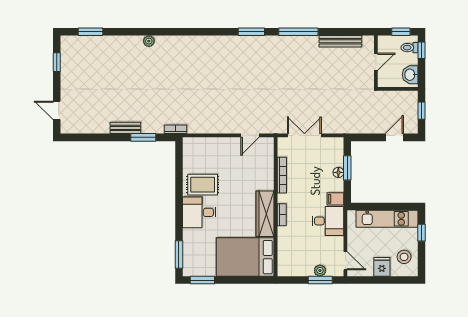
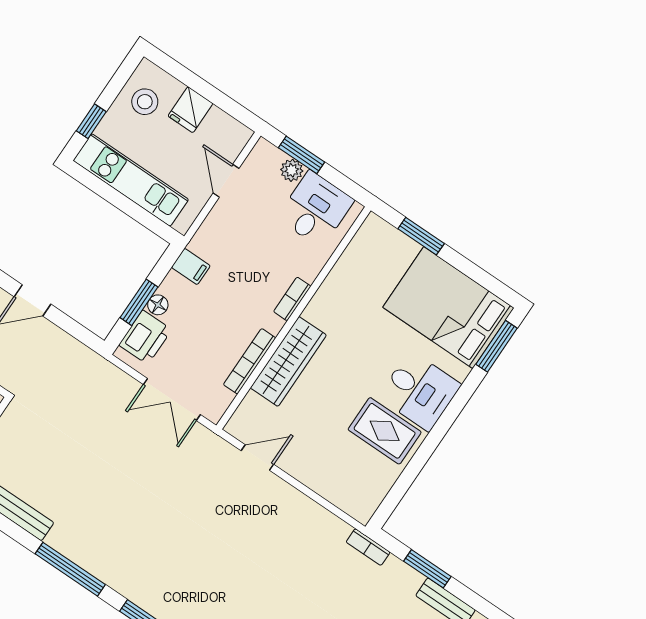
printer: (334, 155) -> (145, 337), added
wardrobe: (265, 214) -> (288, 361), moved
desk: (328, 221) -> (315, 209), moved, turned 90
bed: (245, 257) -> (448, 308), moved, turned 180
door: (345, 261) -> (226, 181), moved
window: (202, 280) -> (421, 236), moved

